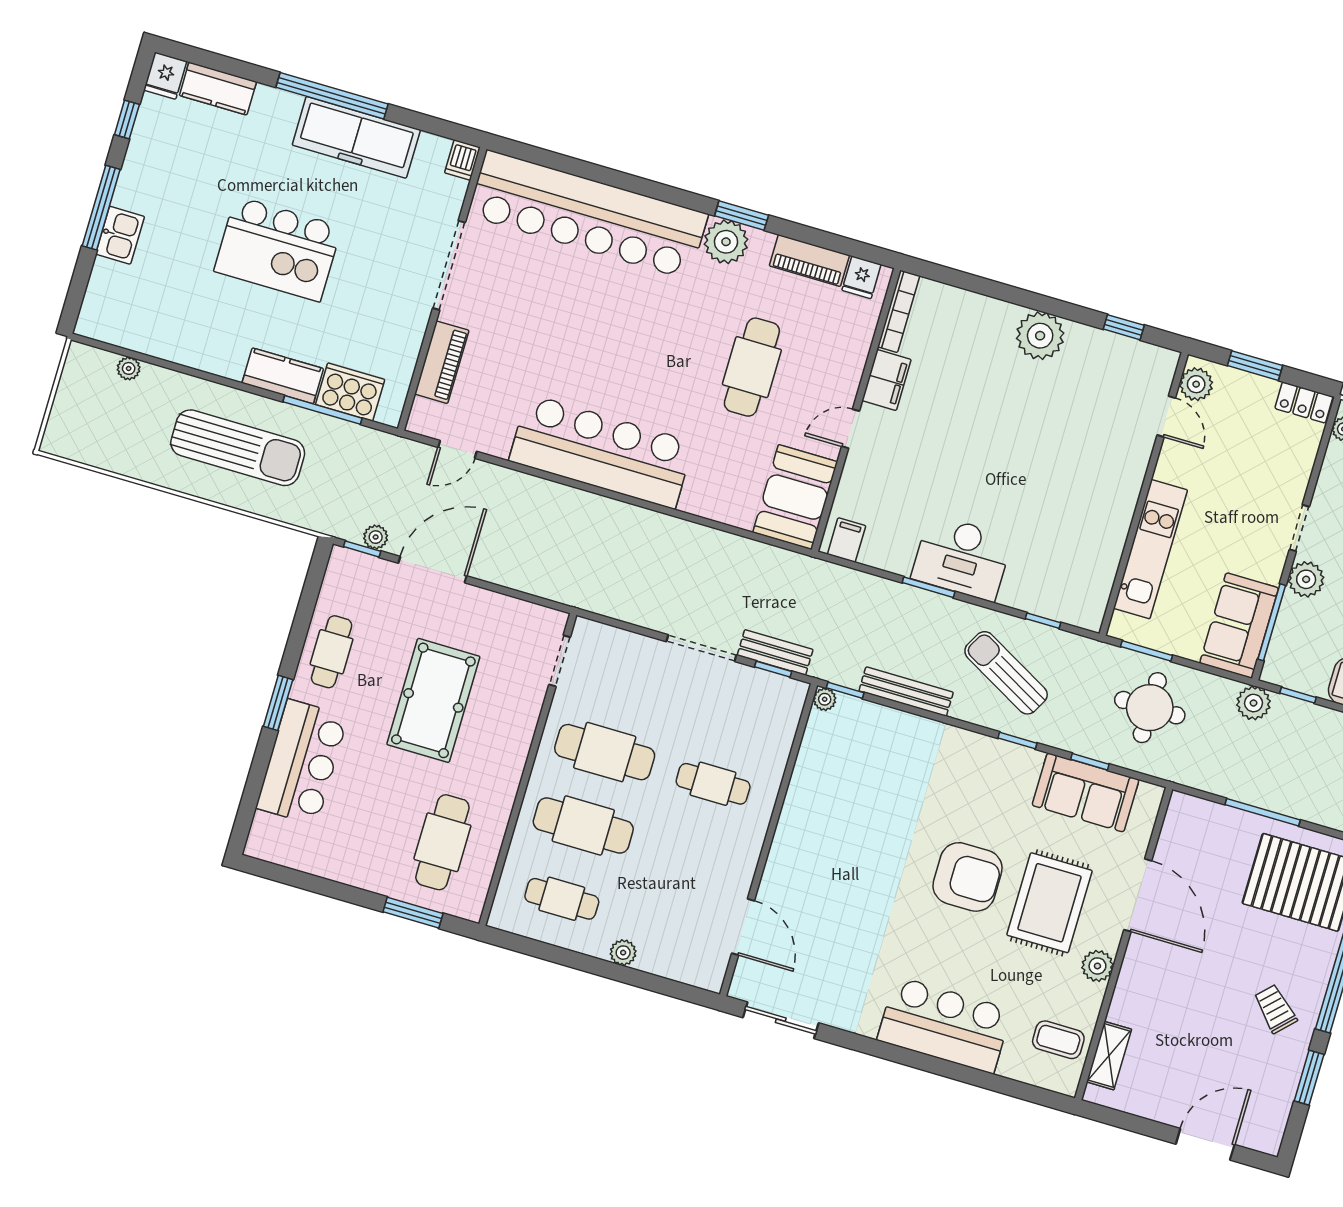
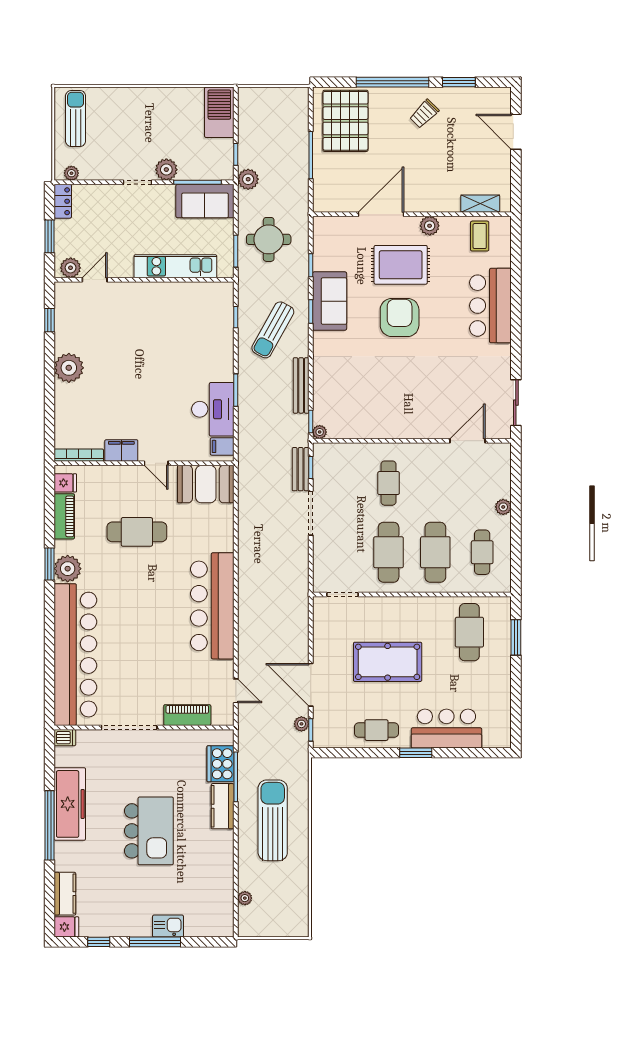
desk: (962, 558) -> (213, 409), moved
sofa: (1086, 792) -> (330, 301), moved
cafe table: (442, 842) -> (469, 632), turned 90

